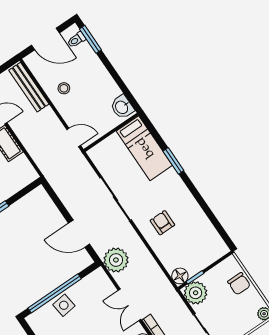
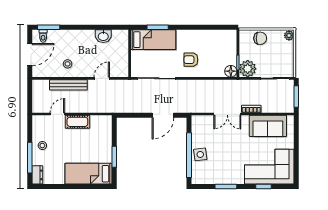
bench: (29, 87) -> (68, 85), moved
wall: (111, 132) -> (130, 53), moved
bed: (144, 148) -> (153, 40), moved
plant: (116, 260) -> (194, 104), removed

